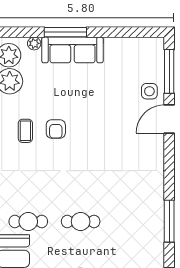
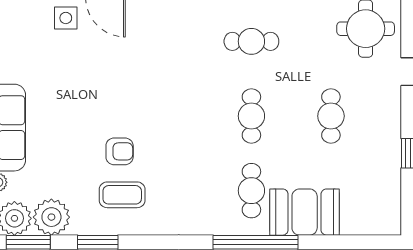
coffee table: (25, 131) -> (122, 195), width x1.36, depth x1.30
cafe table: (133, 222) -> (251, 41), added

